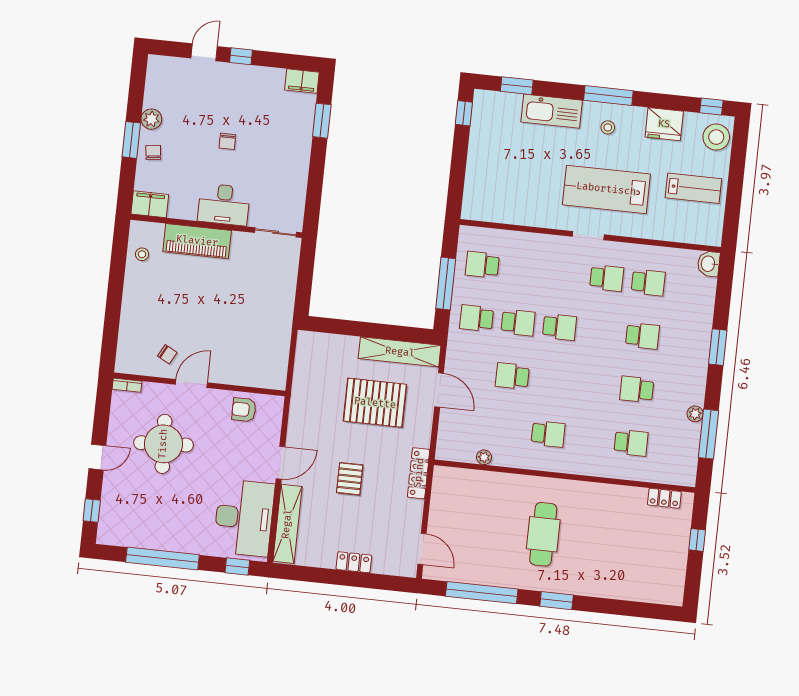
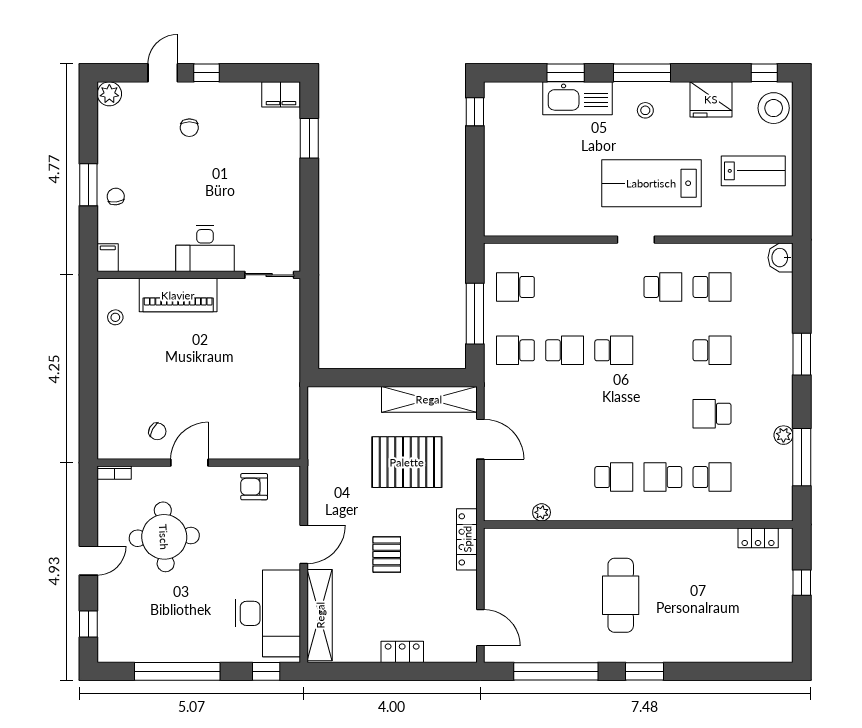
window: (517, 86) -> (566, 73), moved
plant: (151, 119) -> (109, 94), moved
chair: (227, 141) -> (189, 128), moved
filing cabinet: (150, 204) -> (108, 258), width x0.50
school desk: (512, 376) -> (663, 477), moved

